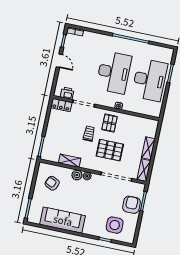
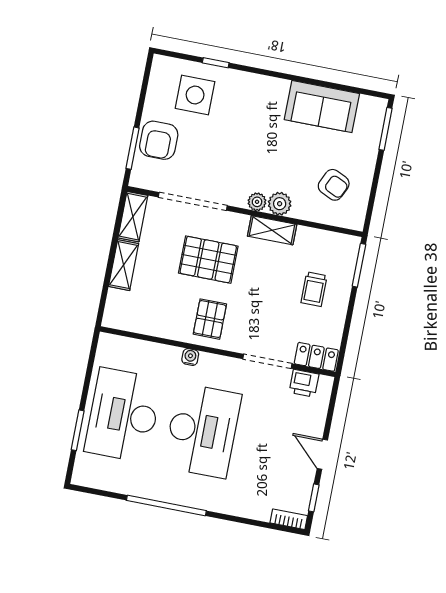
desk: (114, 72) -> (202, 431), turned 180
trolley: (89, 134) -> (314, 289), moved
shelving: (70, 161) -> (272, 230), moved
sofa: (63, 220) -> (322, 107), width x0.73

